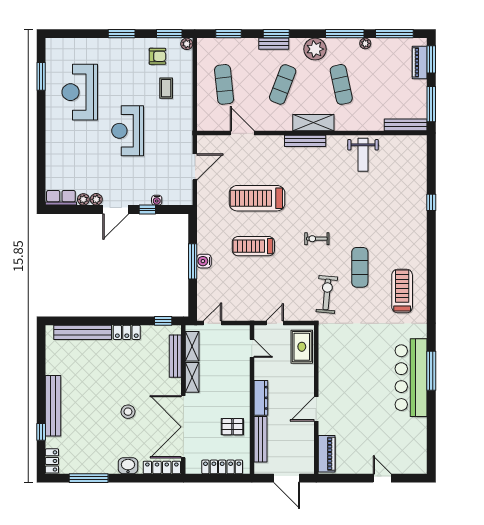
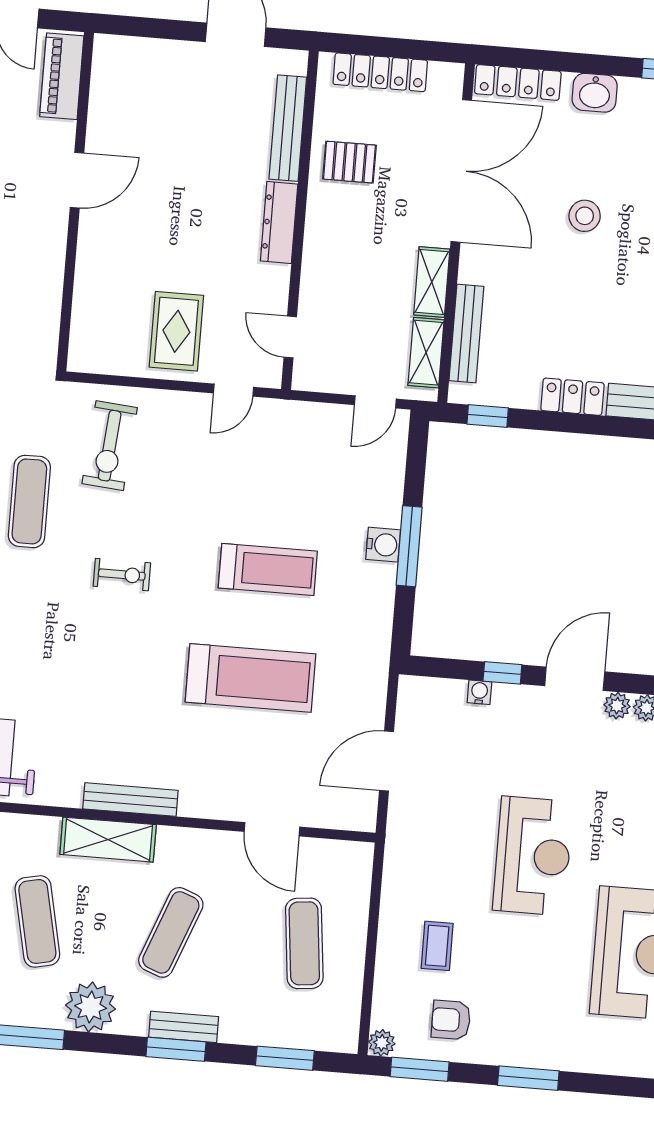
wall: (316, 400) -> (75, 202), moved
door: (316, 409) -> (77, 180), moved
piano: (327, 454) -> (62, 76), moved

